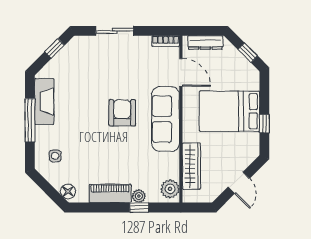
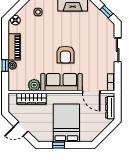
window: (248, 53) -> (104, 135), removed
door: (181, 72) -> (91, 92), hinge flipped
armchair: (122, 113) -> (65, 55), turned 90
plant: (170, 189) -> (34, 85), moved

